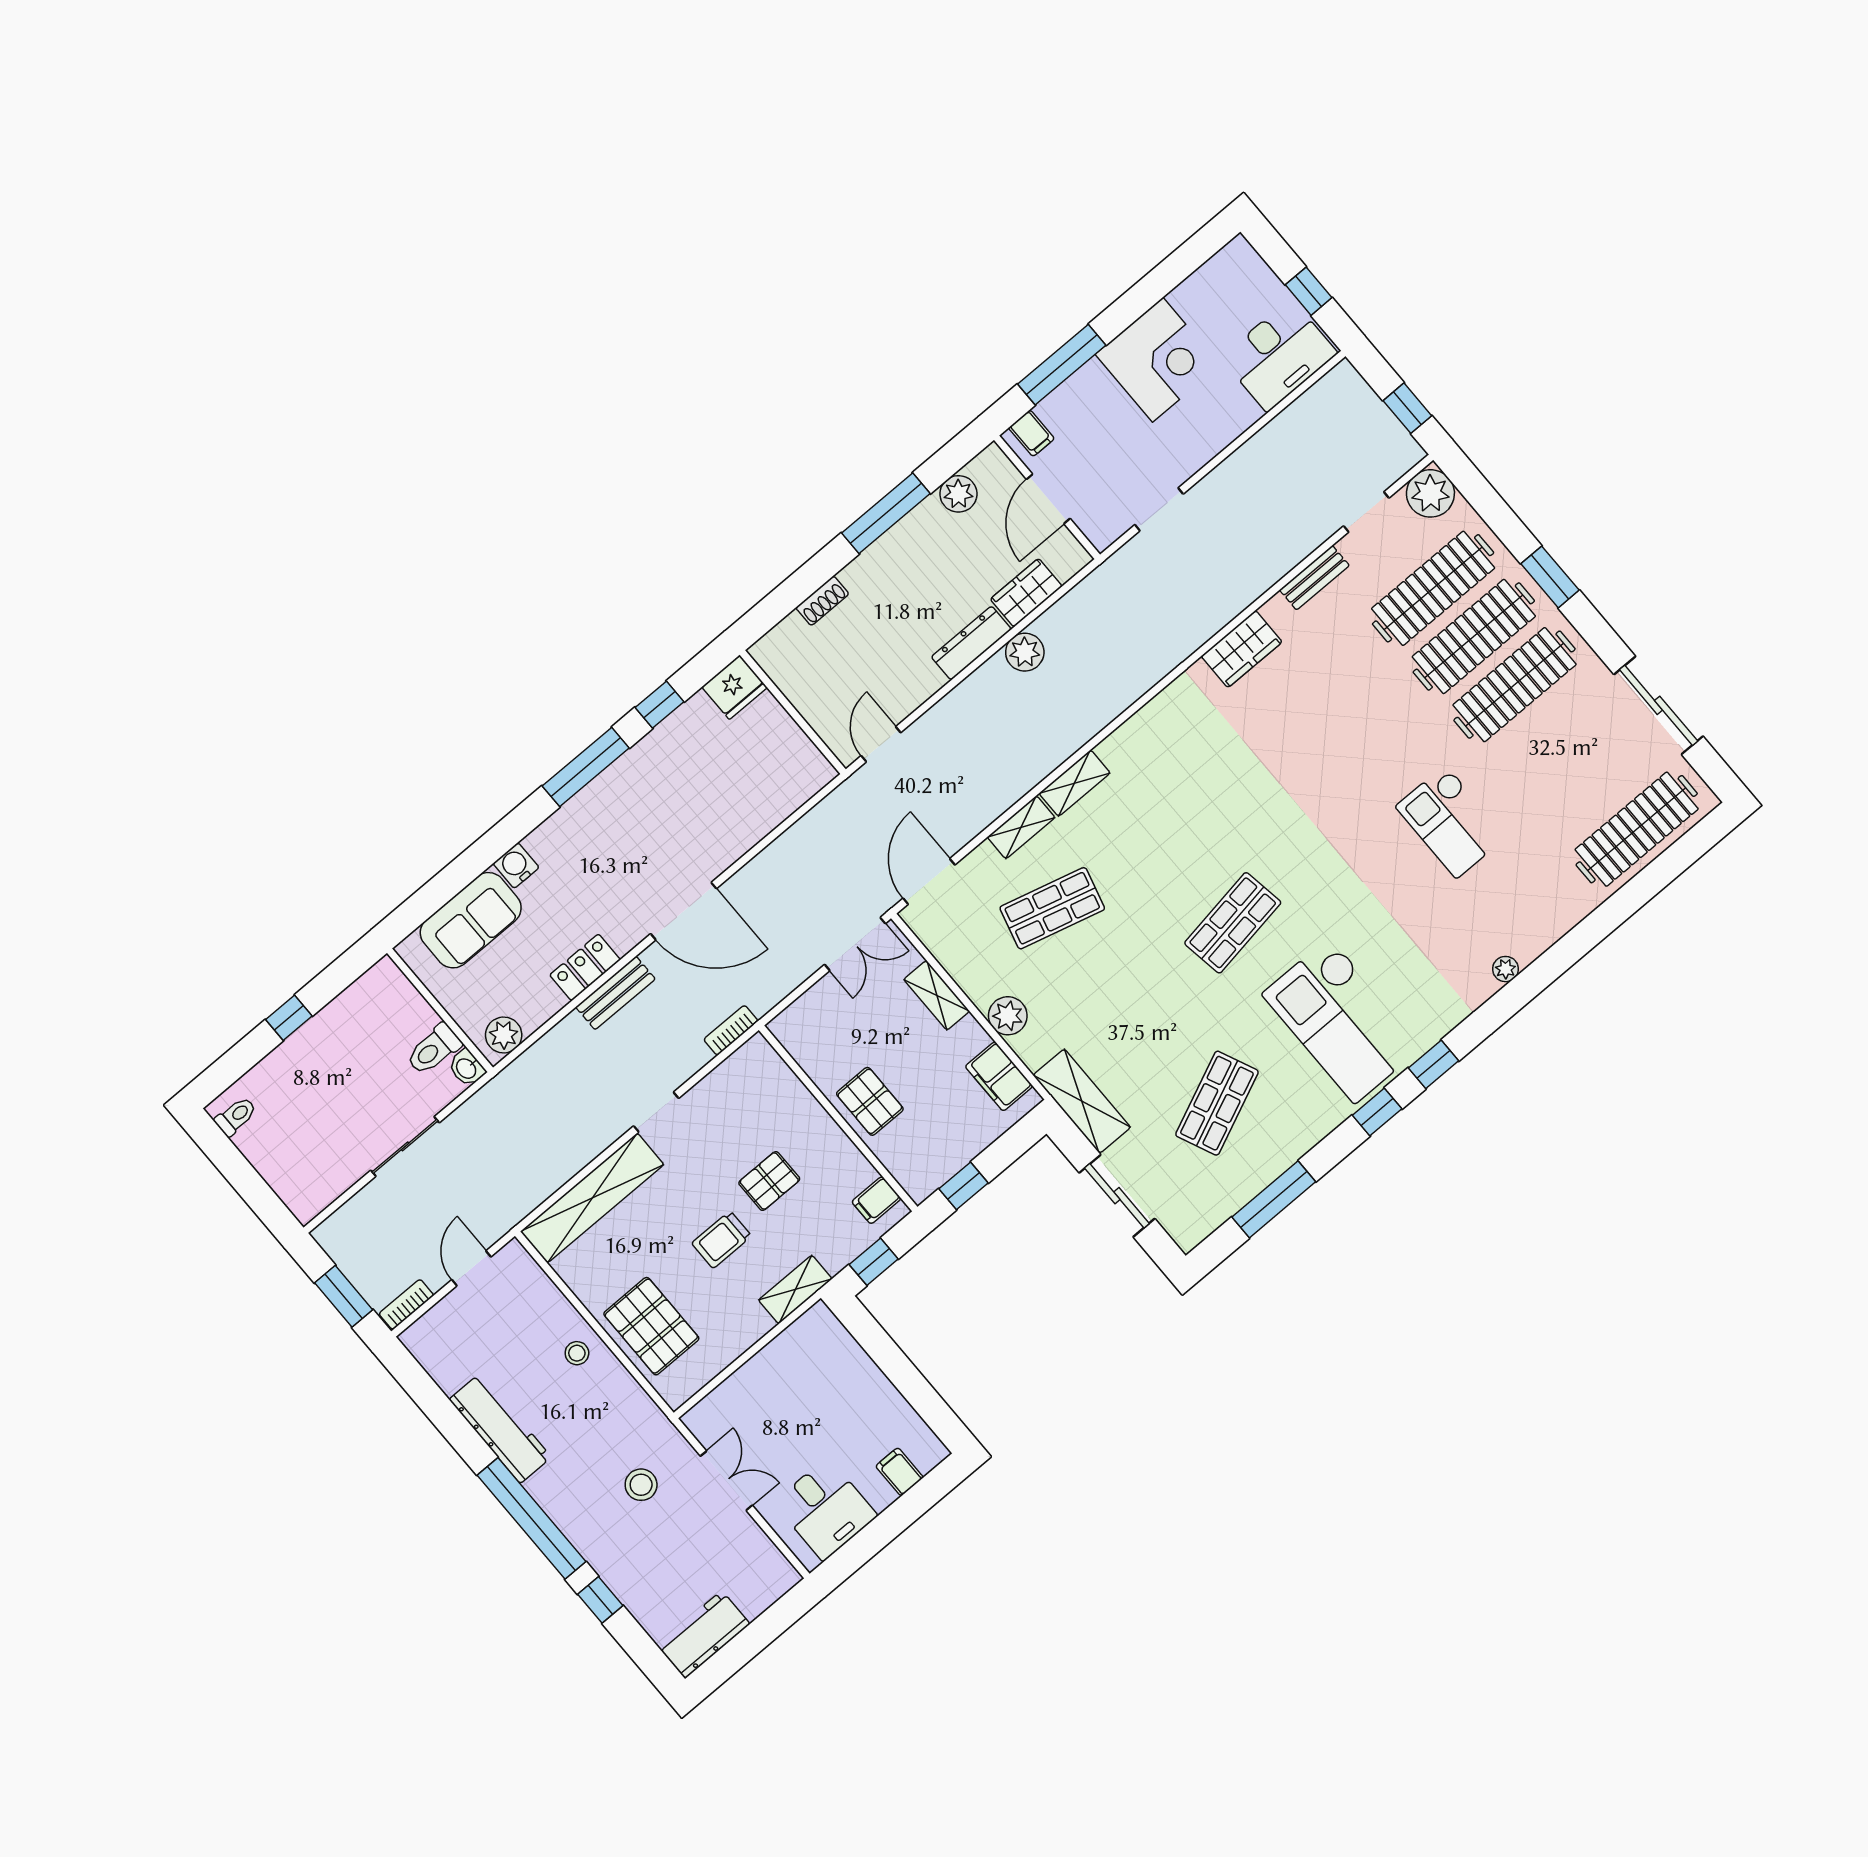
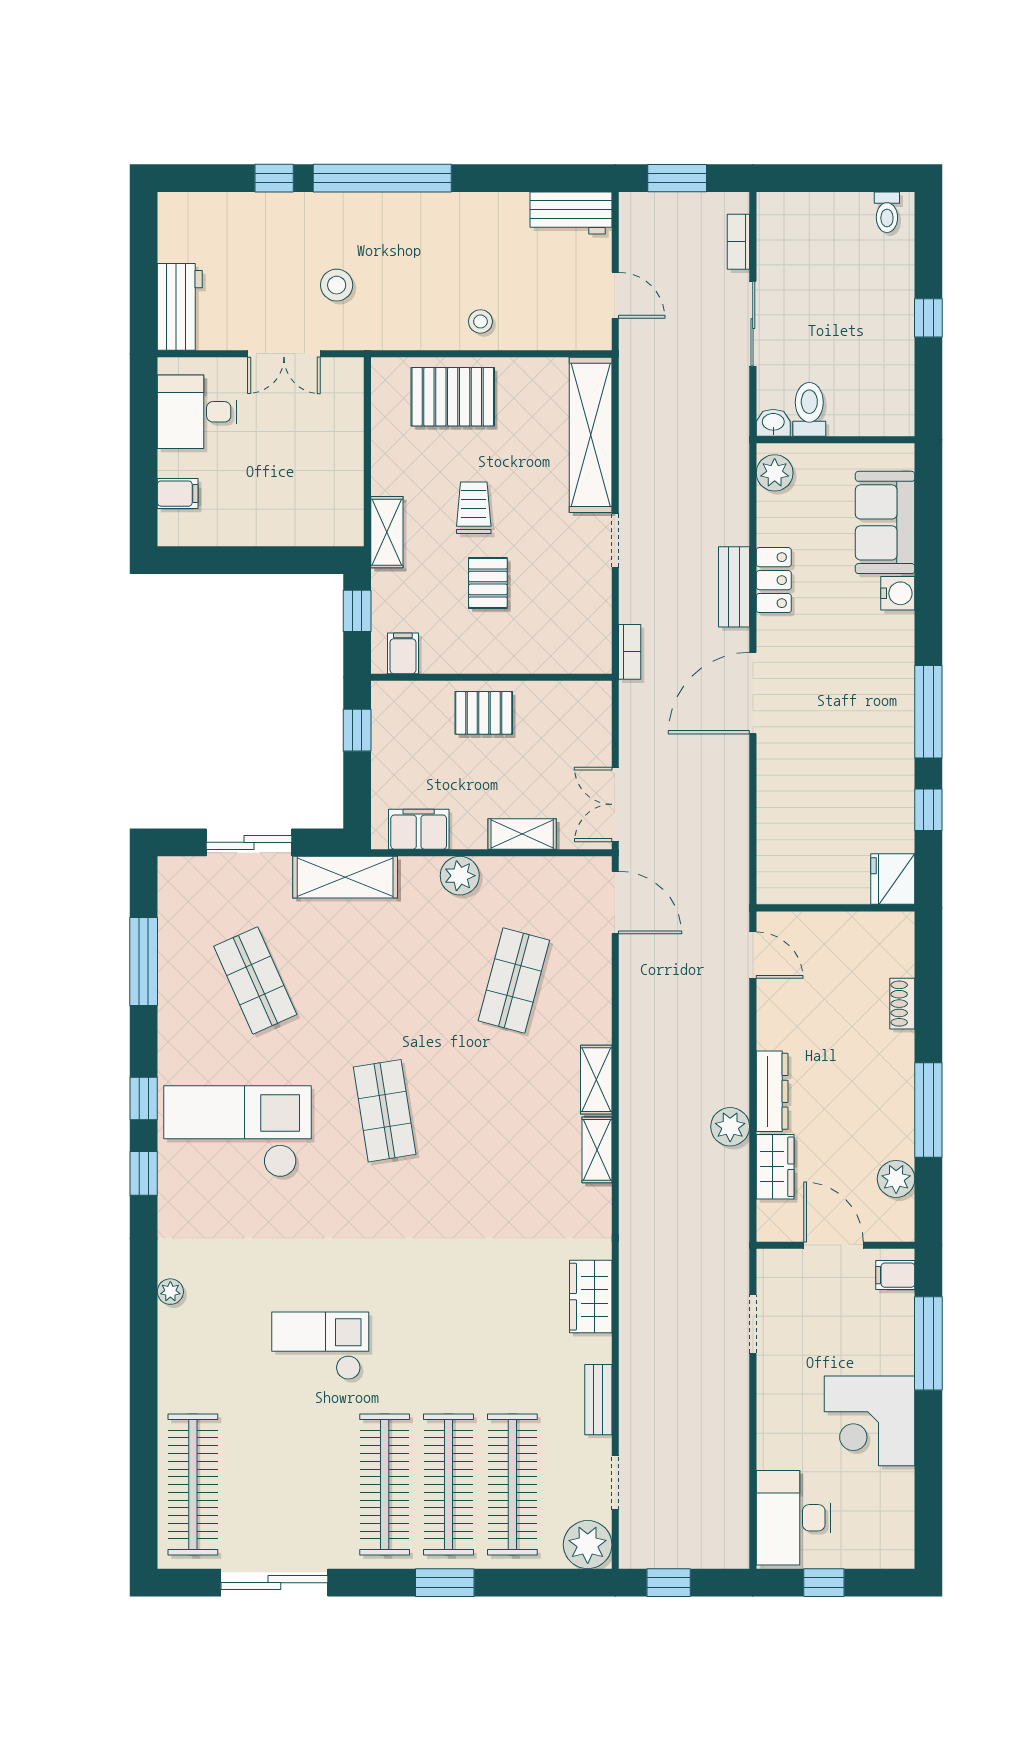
shelving: (1021, 827) -> (597, 1150), moved
bookcase: (406, 1304) -> (738, 242), moved, turned 180
workbench: (500, 1428) -> (571, 213), moved, width x0.73
workbench: (703, 1635) -> (180, 307), moved

